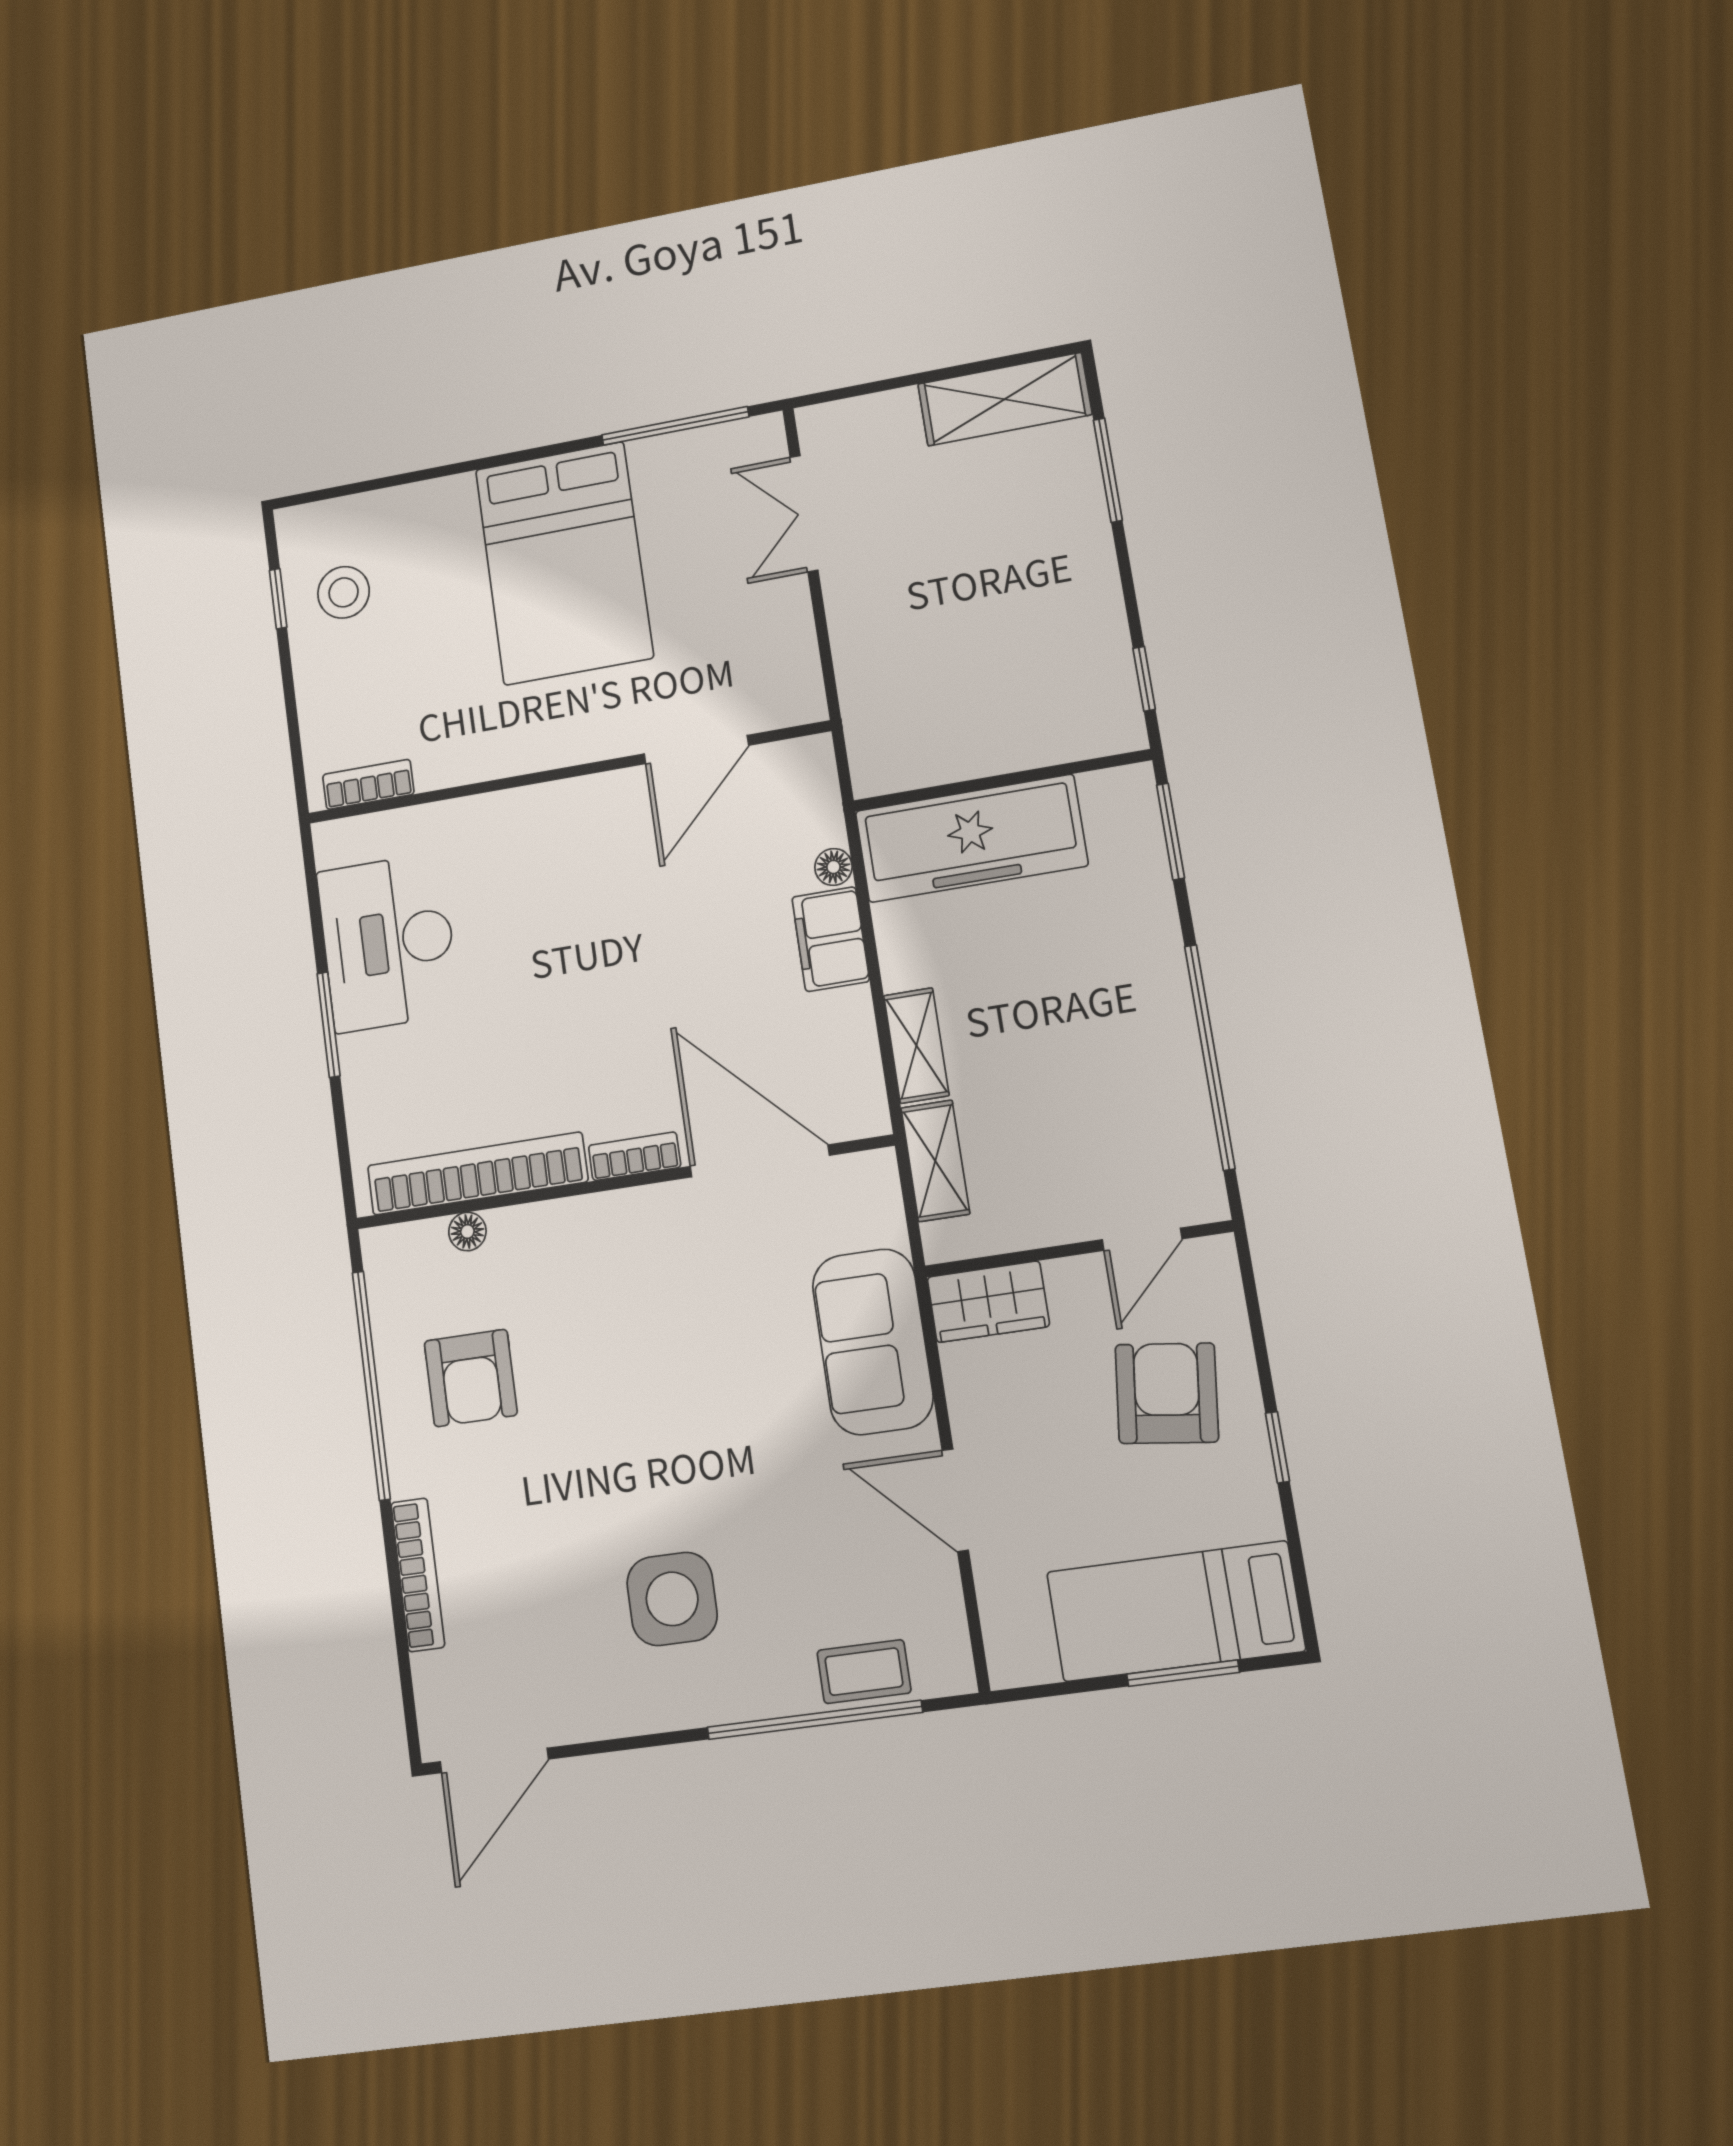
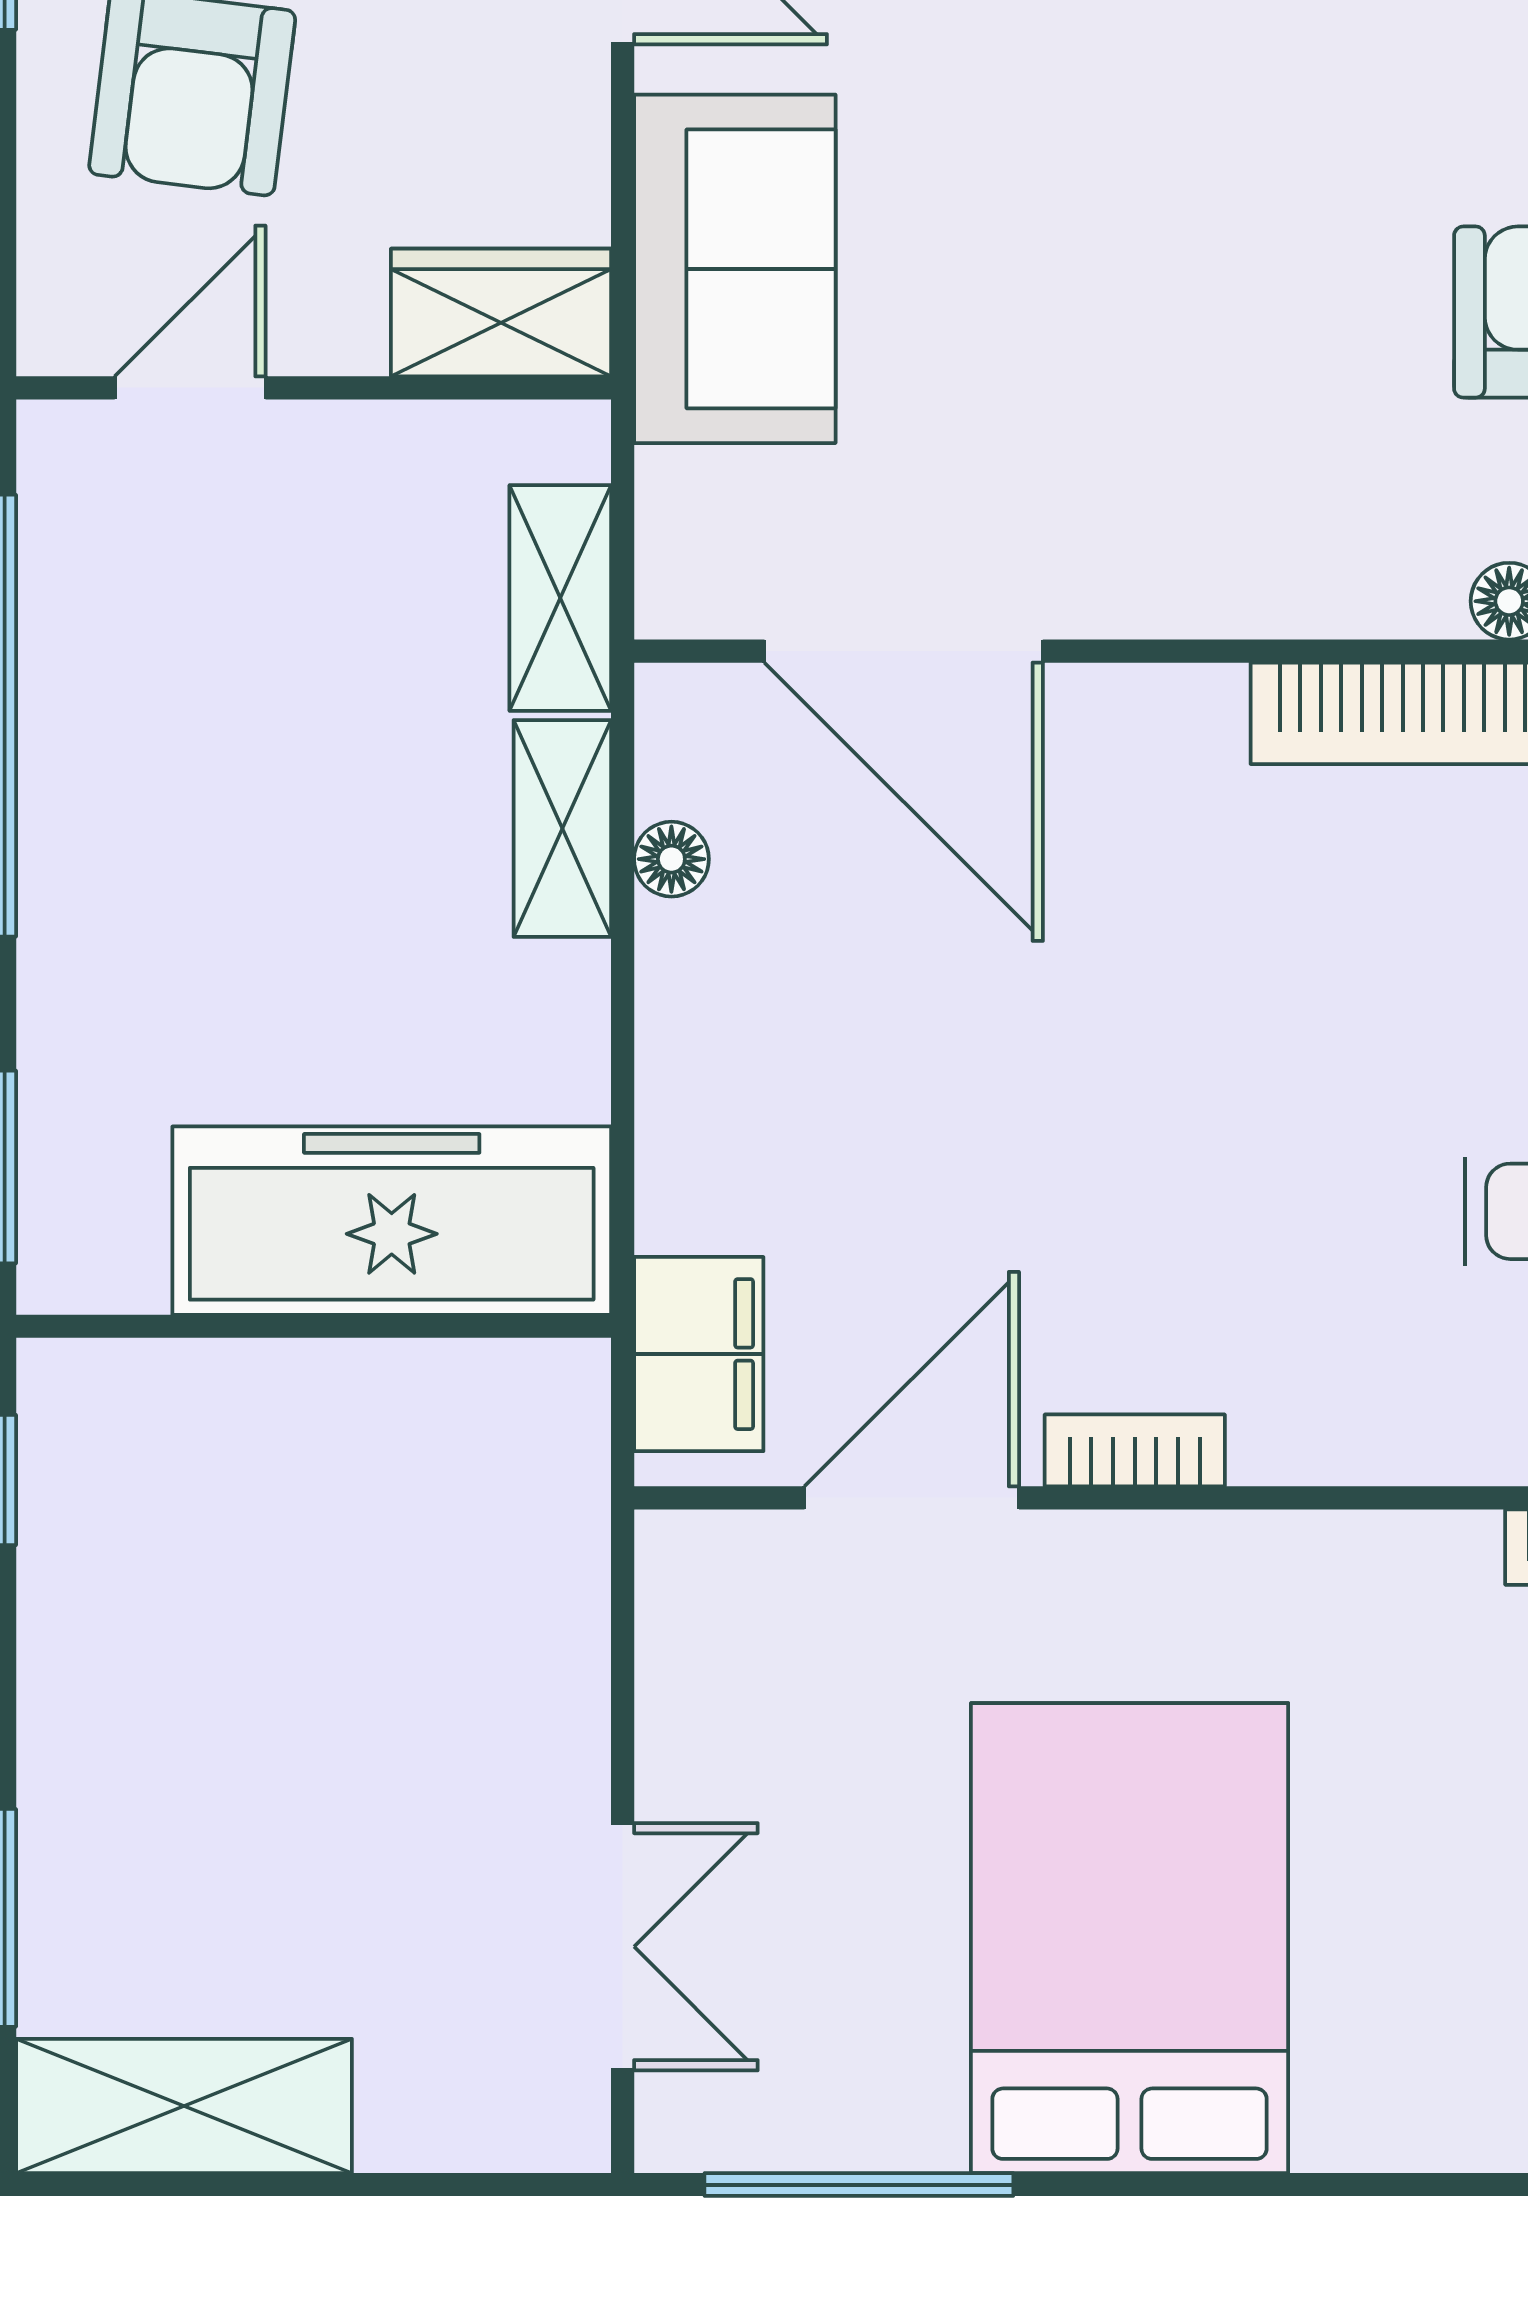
floor lamp: (833, 867) -> (671, 859), moved
filing cabinet: (831, 939) -> (699, 1354), moved
bookcase: (635, 1156) -> (1135, 1450), moved, turned 180

